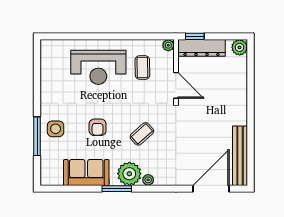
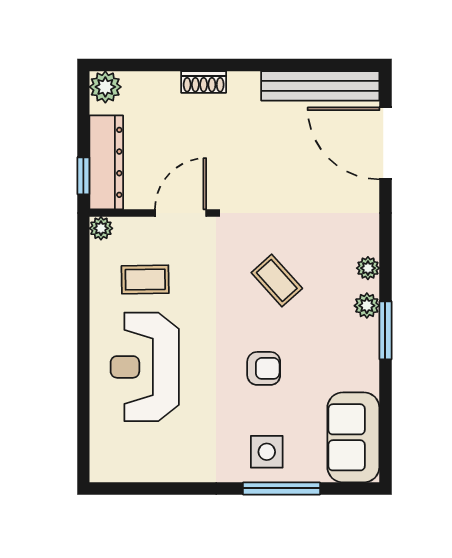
reception desk: (98, 67) -> (145, 367), turned 180
shoe rack: (242, 97) -> (204, 82), added
sofa: (86, 172) -> (353, 437), moved
plant: (129, 174) -> (367, 306), width x0.53, depth x0.53

